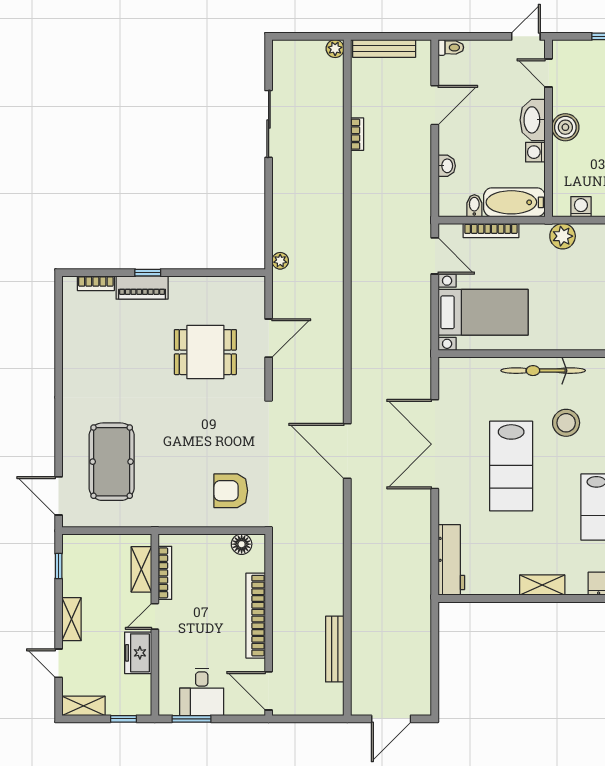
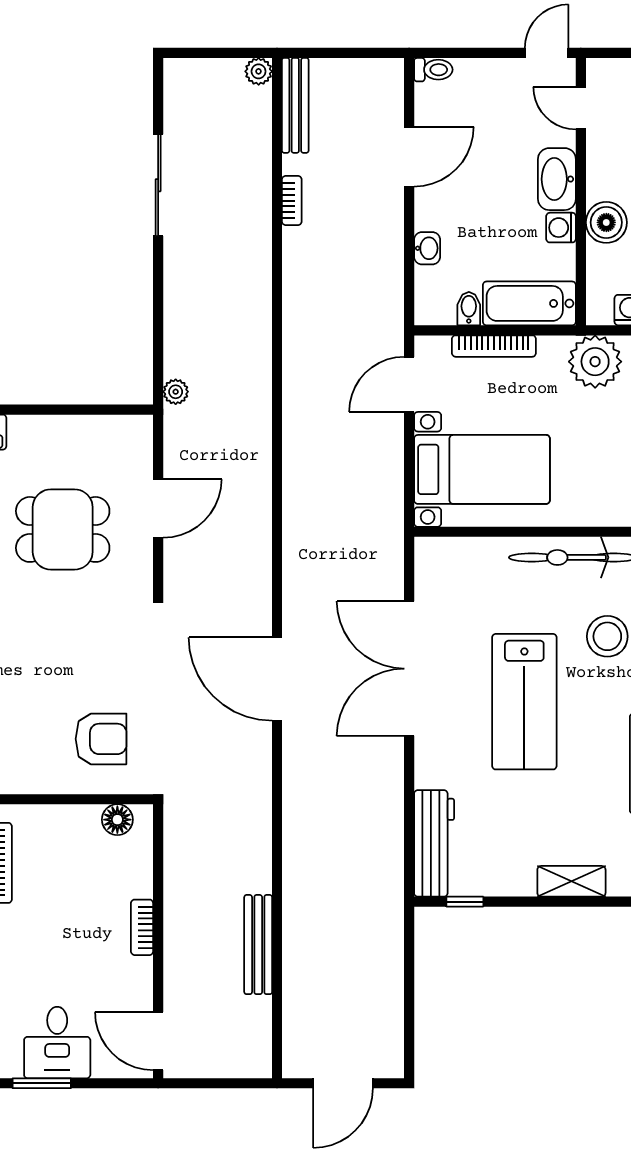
bench: (384, 48) -> (295, 105), moved, turned 90
boiler: (565, 127) -> (606, 222), moved
plant: (563, 236) -> (595, 362), width x1.36, depth x1.36
door: (435, 256) -> (409, 384), swing flipped
armchair: (231, 491) -> (101, 739), turned 180
window: (472, 599) -> (465, 902), added
bookcase: (256, 616) -> (142, 927), width x0.43, depth x0.76
bench: (335, 649) -> (258, 945), moved

